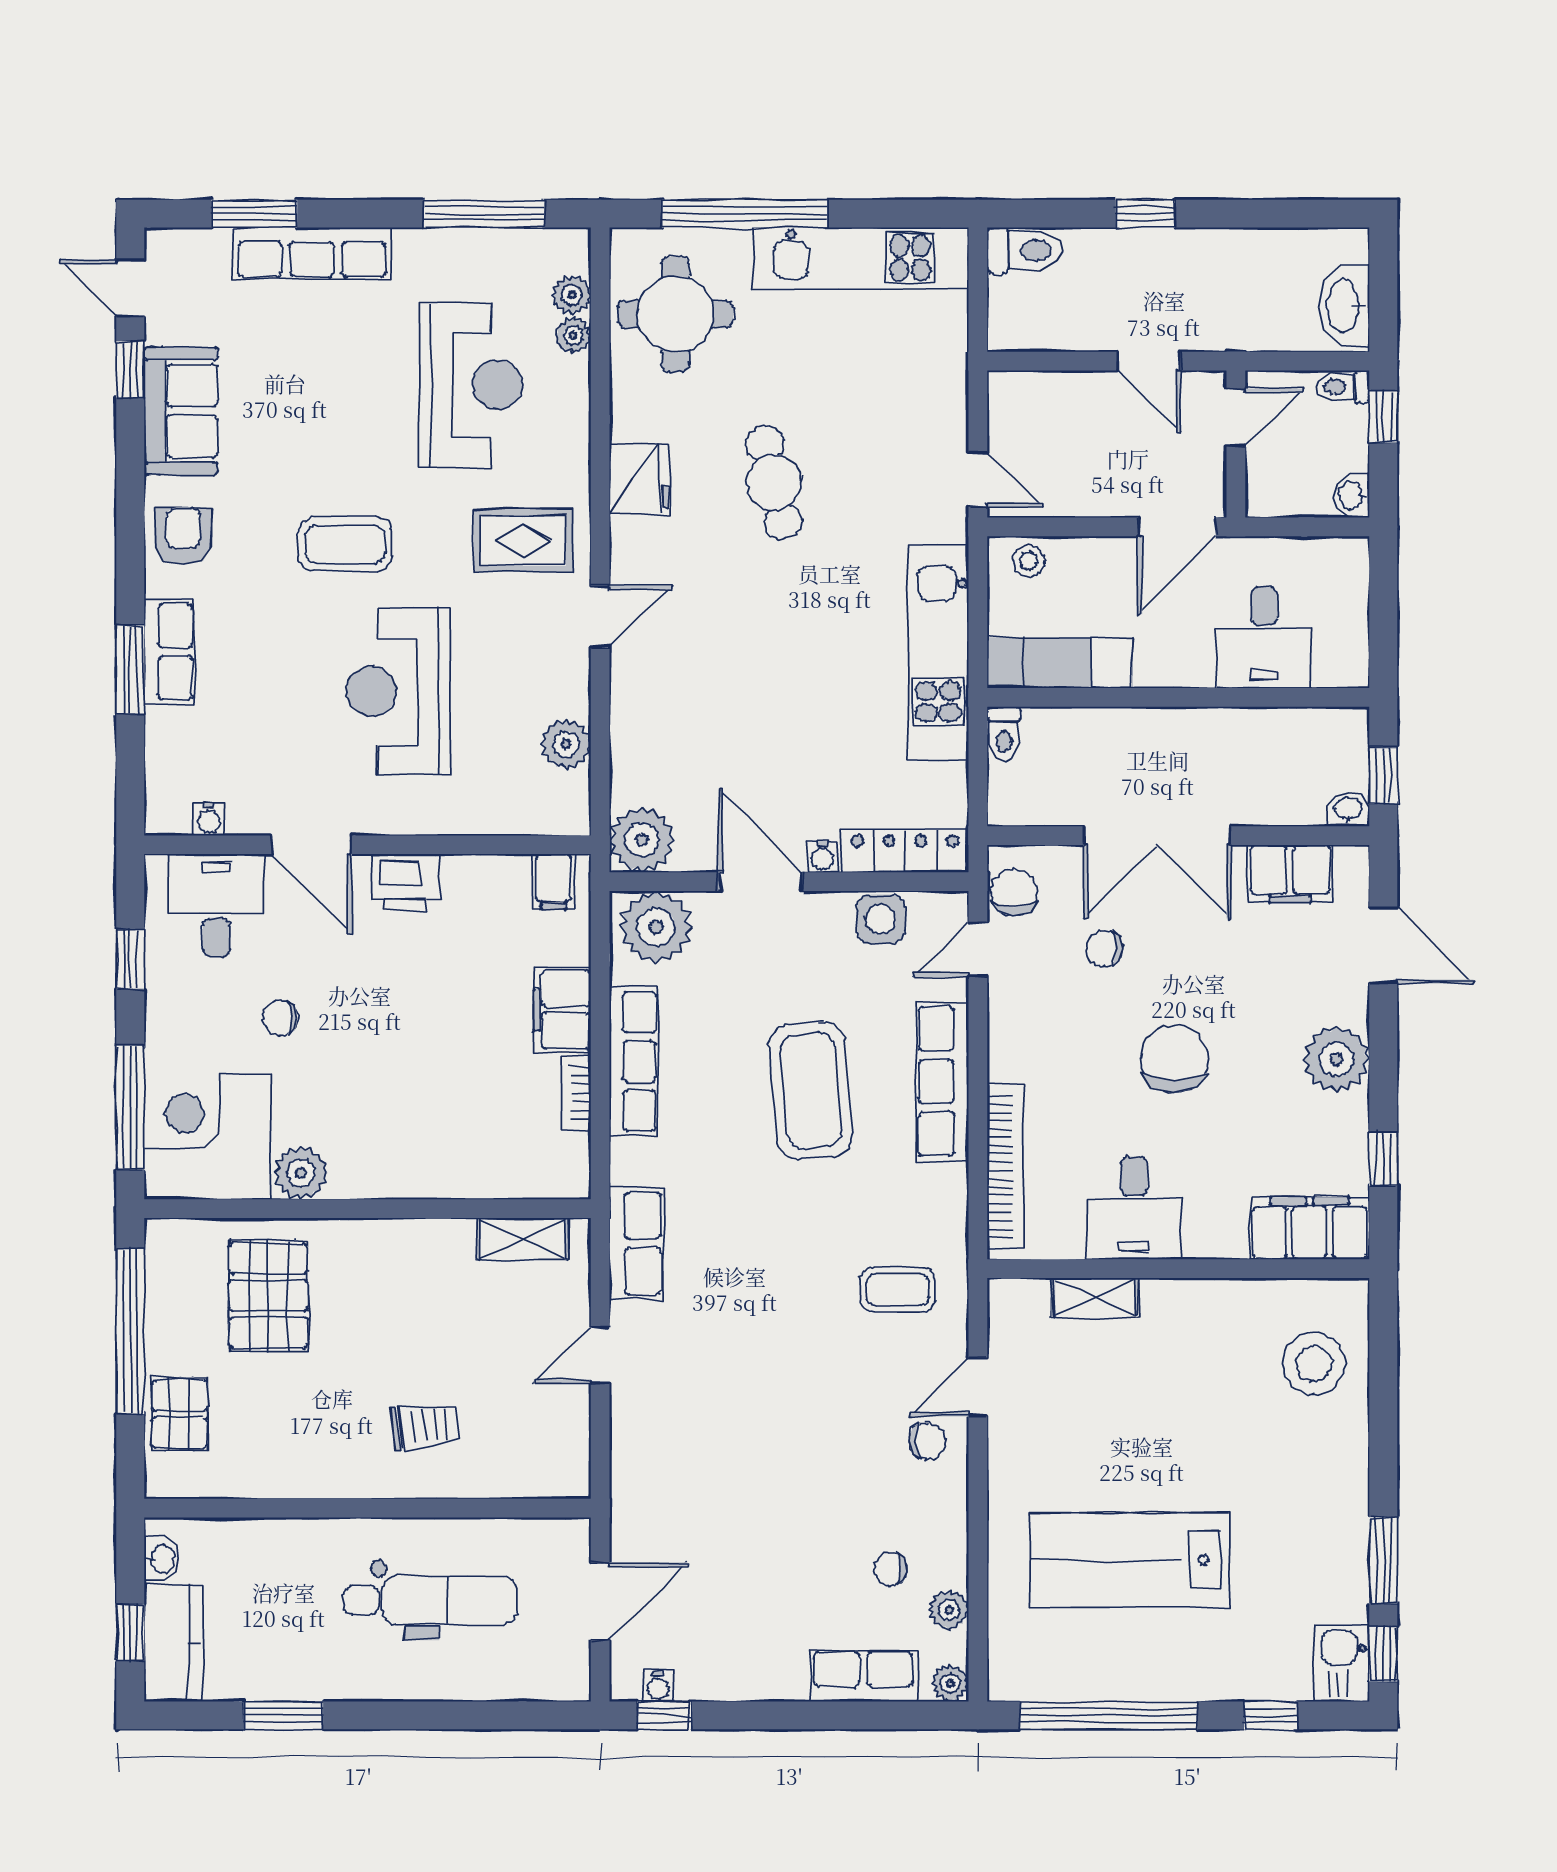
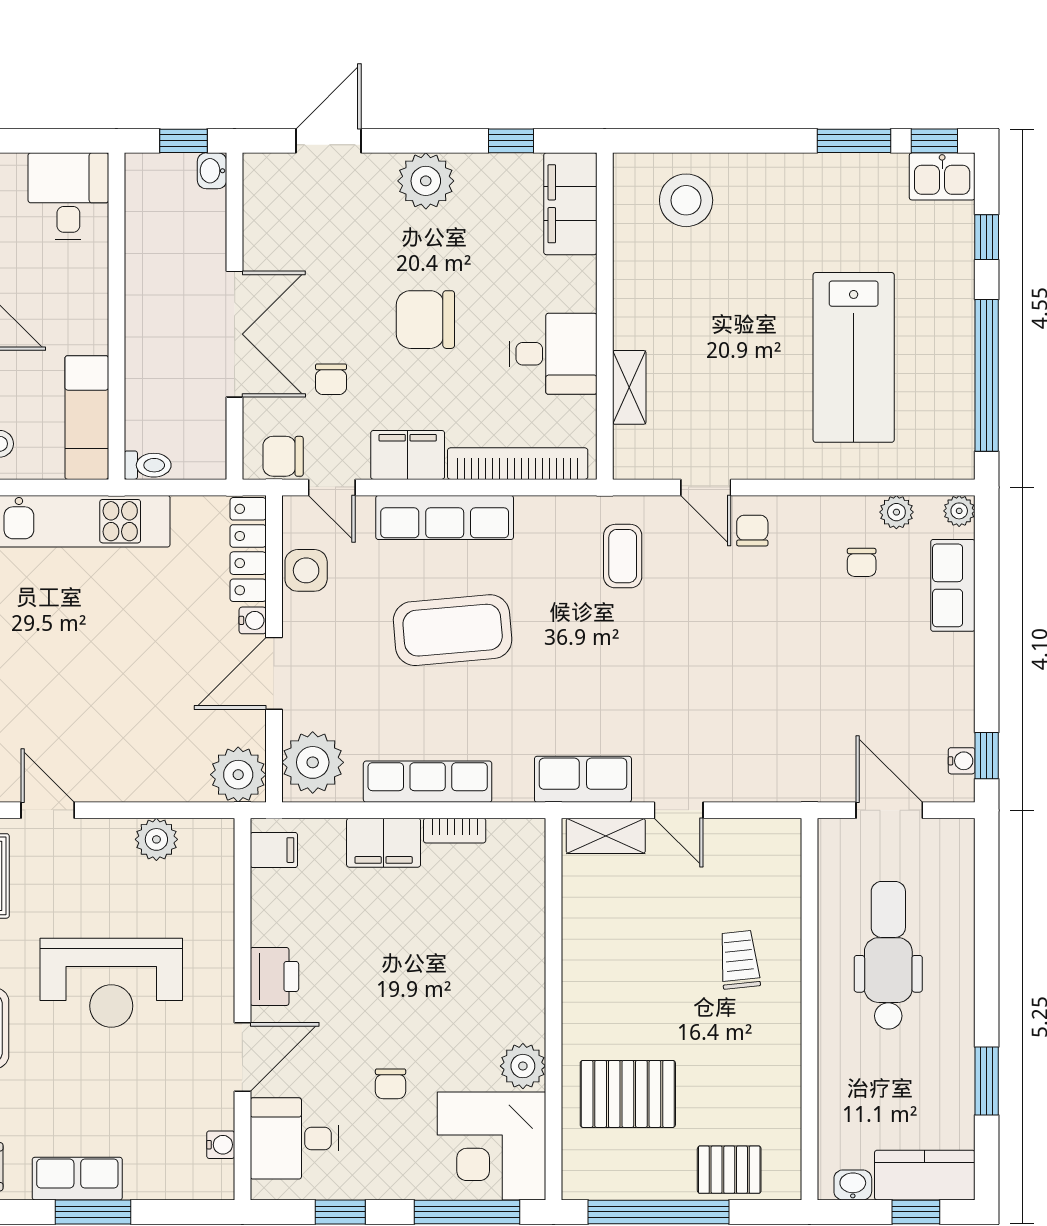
desk: (1264, 637) -> (68, 196), moved, turned -90
filing cabinet: (1290, 874) -> (408, 455), moved, turned -90
shelving: (522, 1239) -> (606, 836), moved, turned 90

